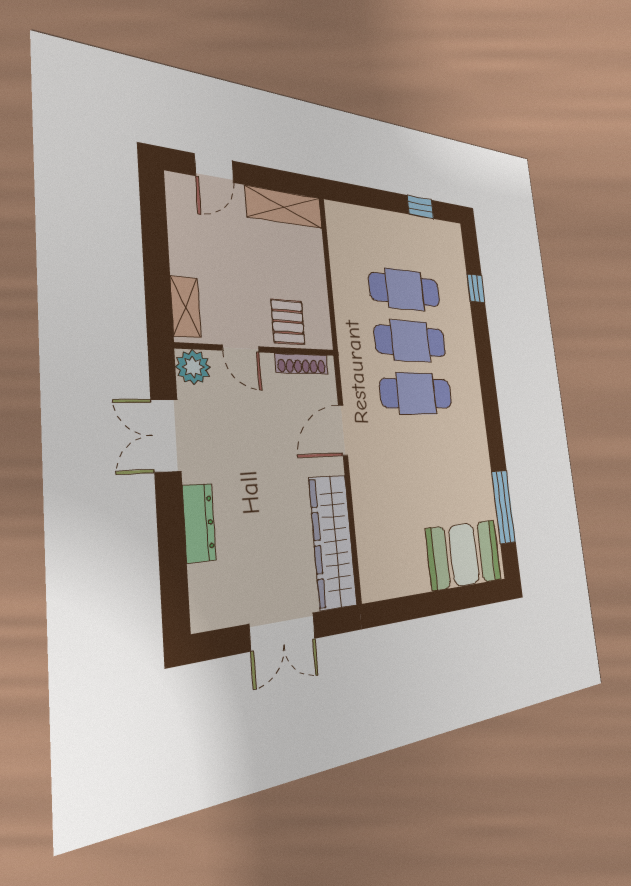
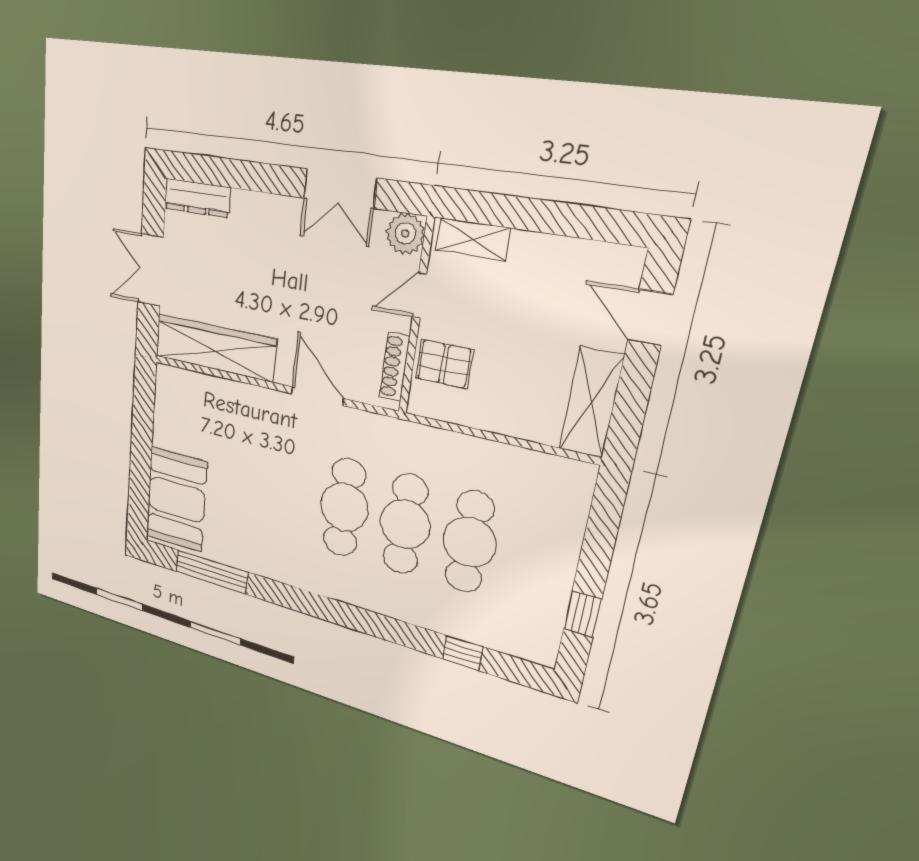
double door: (166, 435) -> (340, 188), swing flipped
dresser: (199, 523) -> (197, 198), moved

